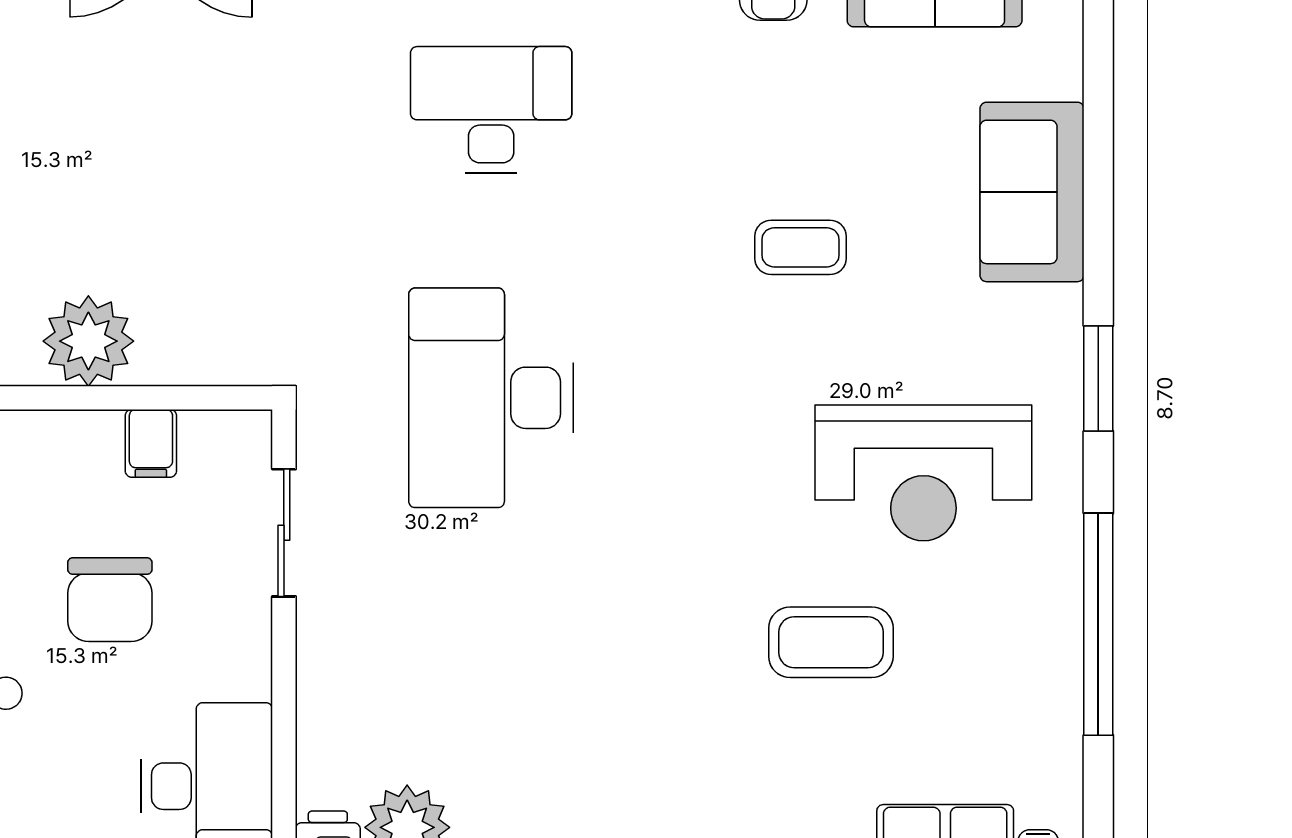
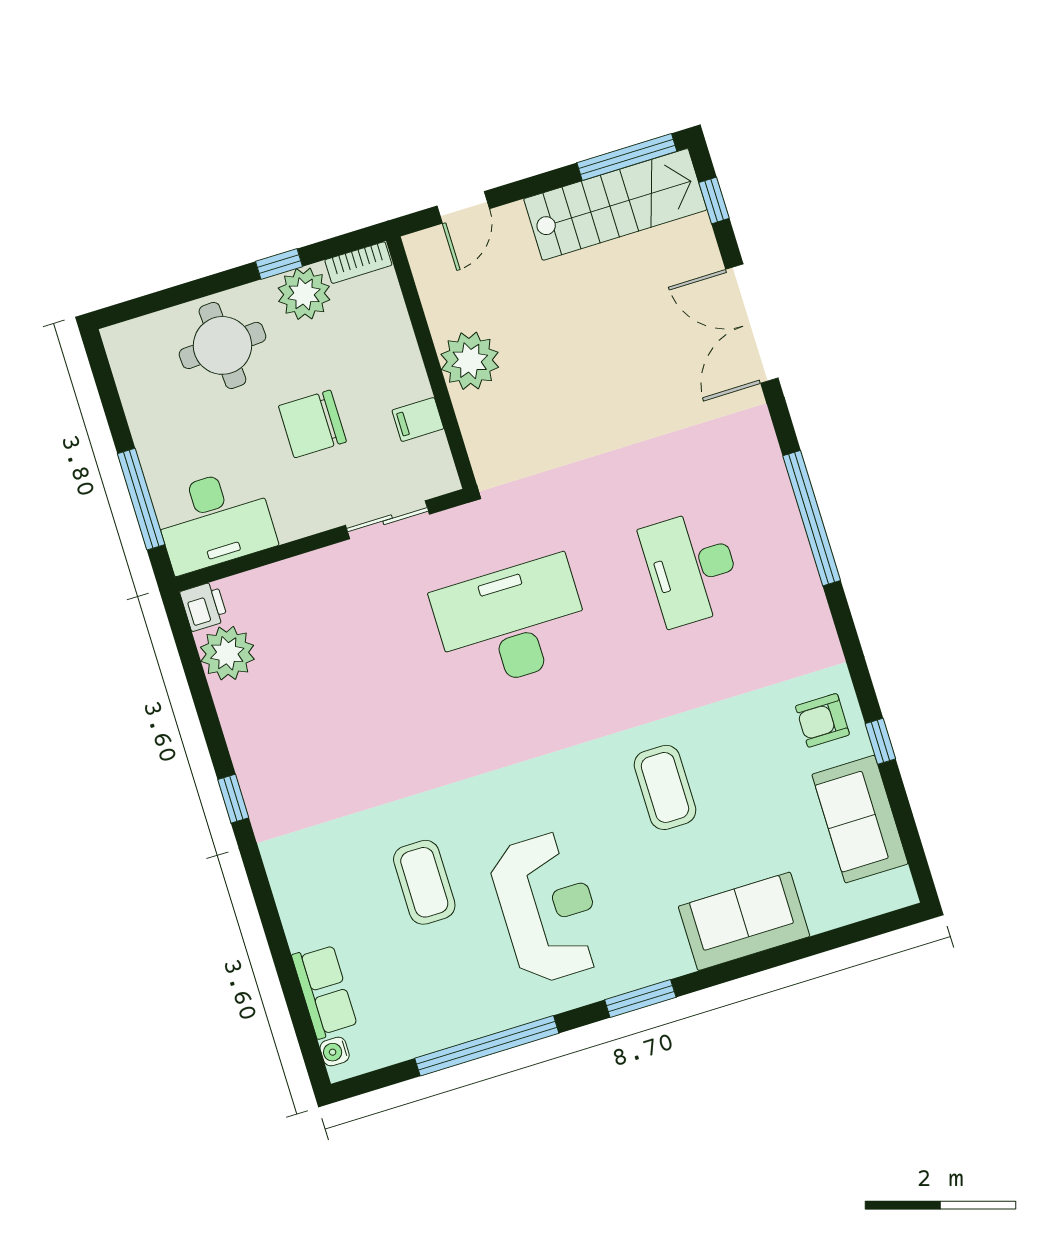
desk: (491, 110) -> (691, 568), turned 180
coffee table: (801, 247) -> (665, 787), width x1.36, depth x1.30
reception desk: (923, 473) -> (548, 908), turned 180

